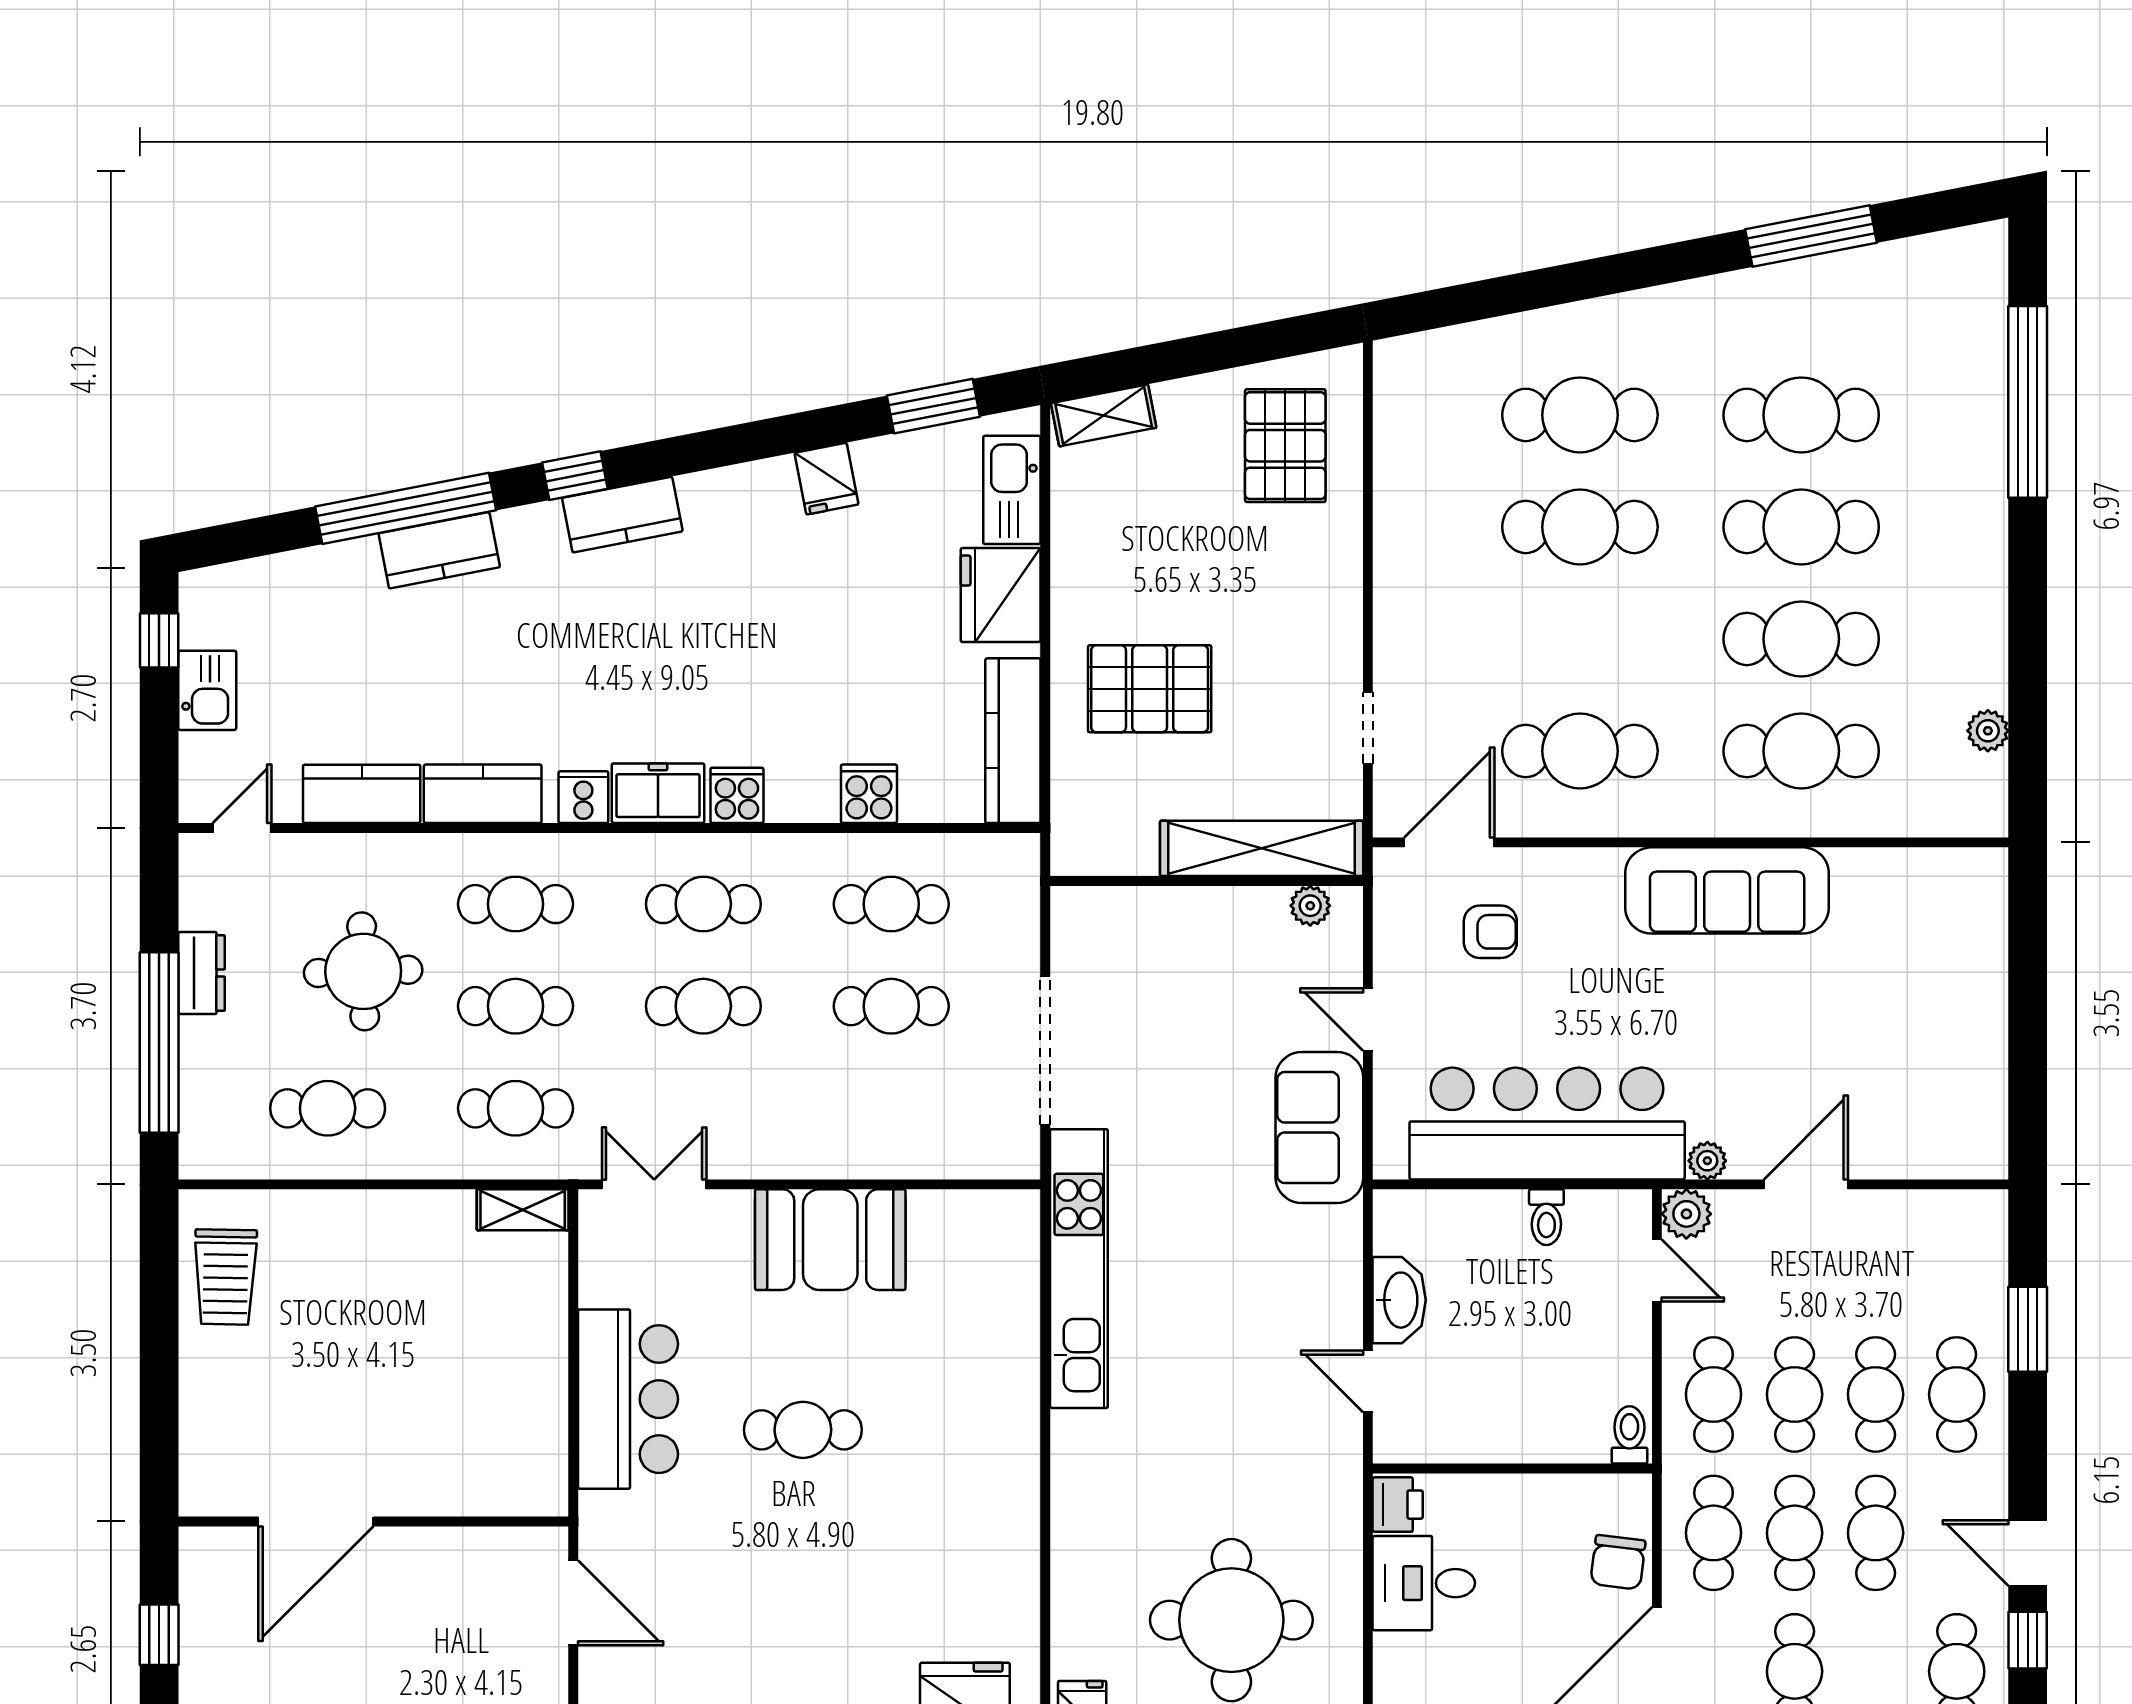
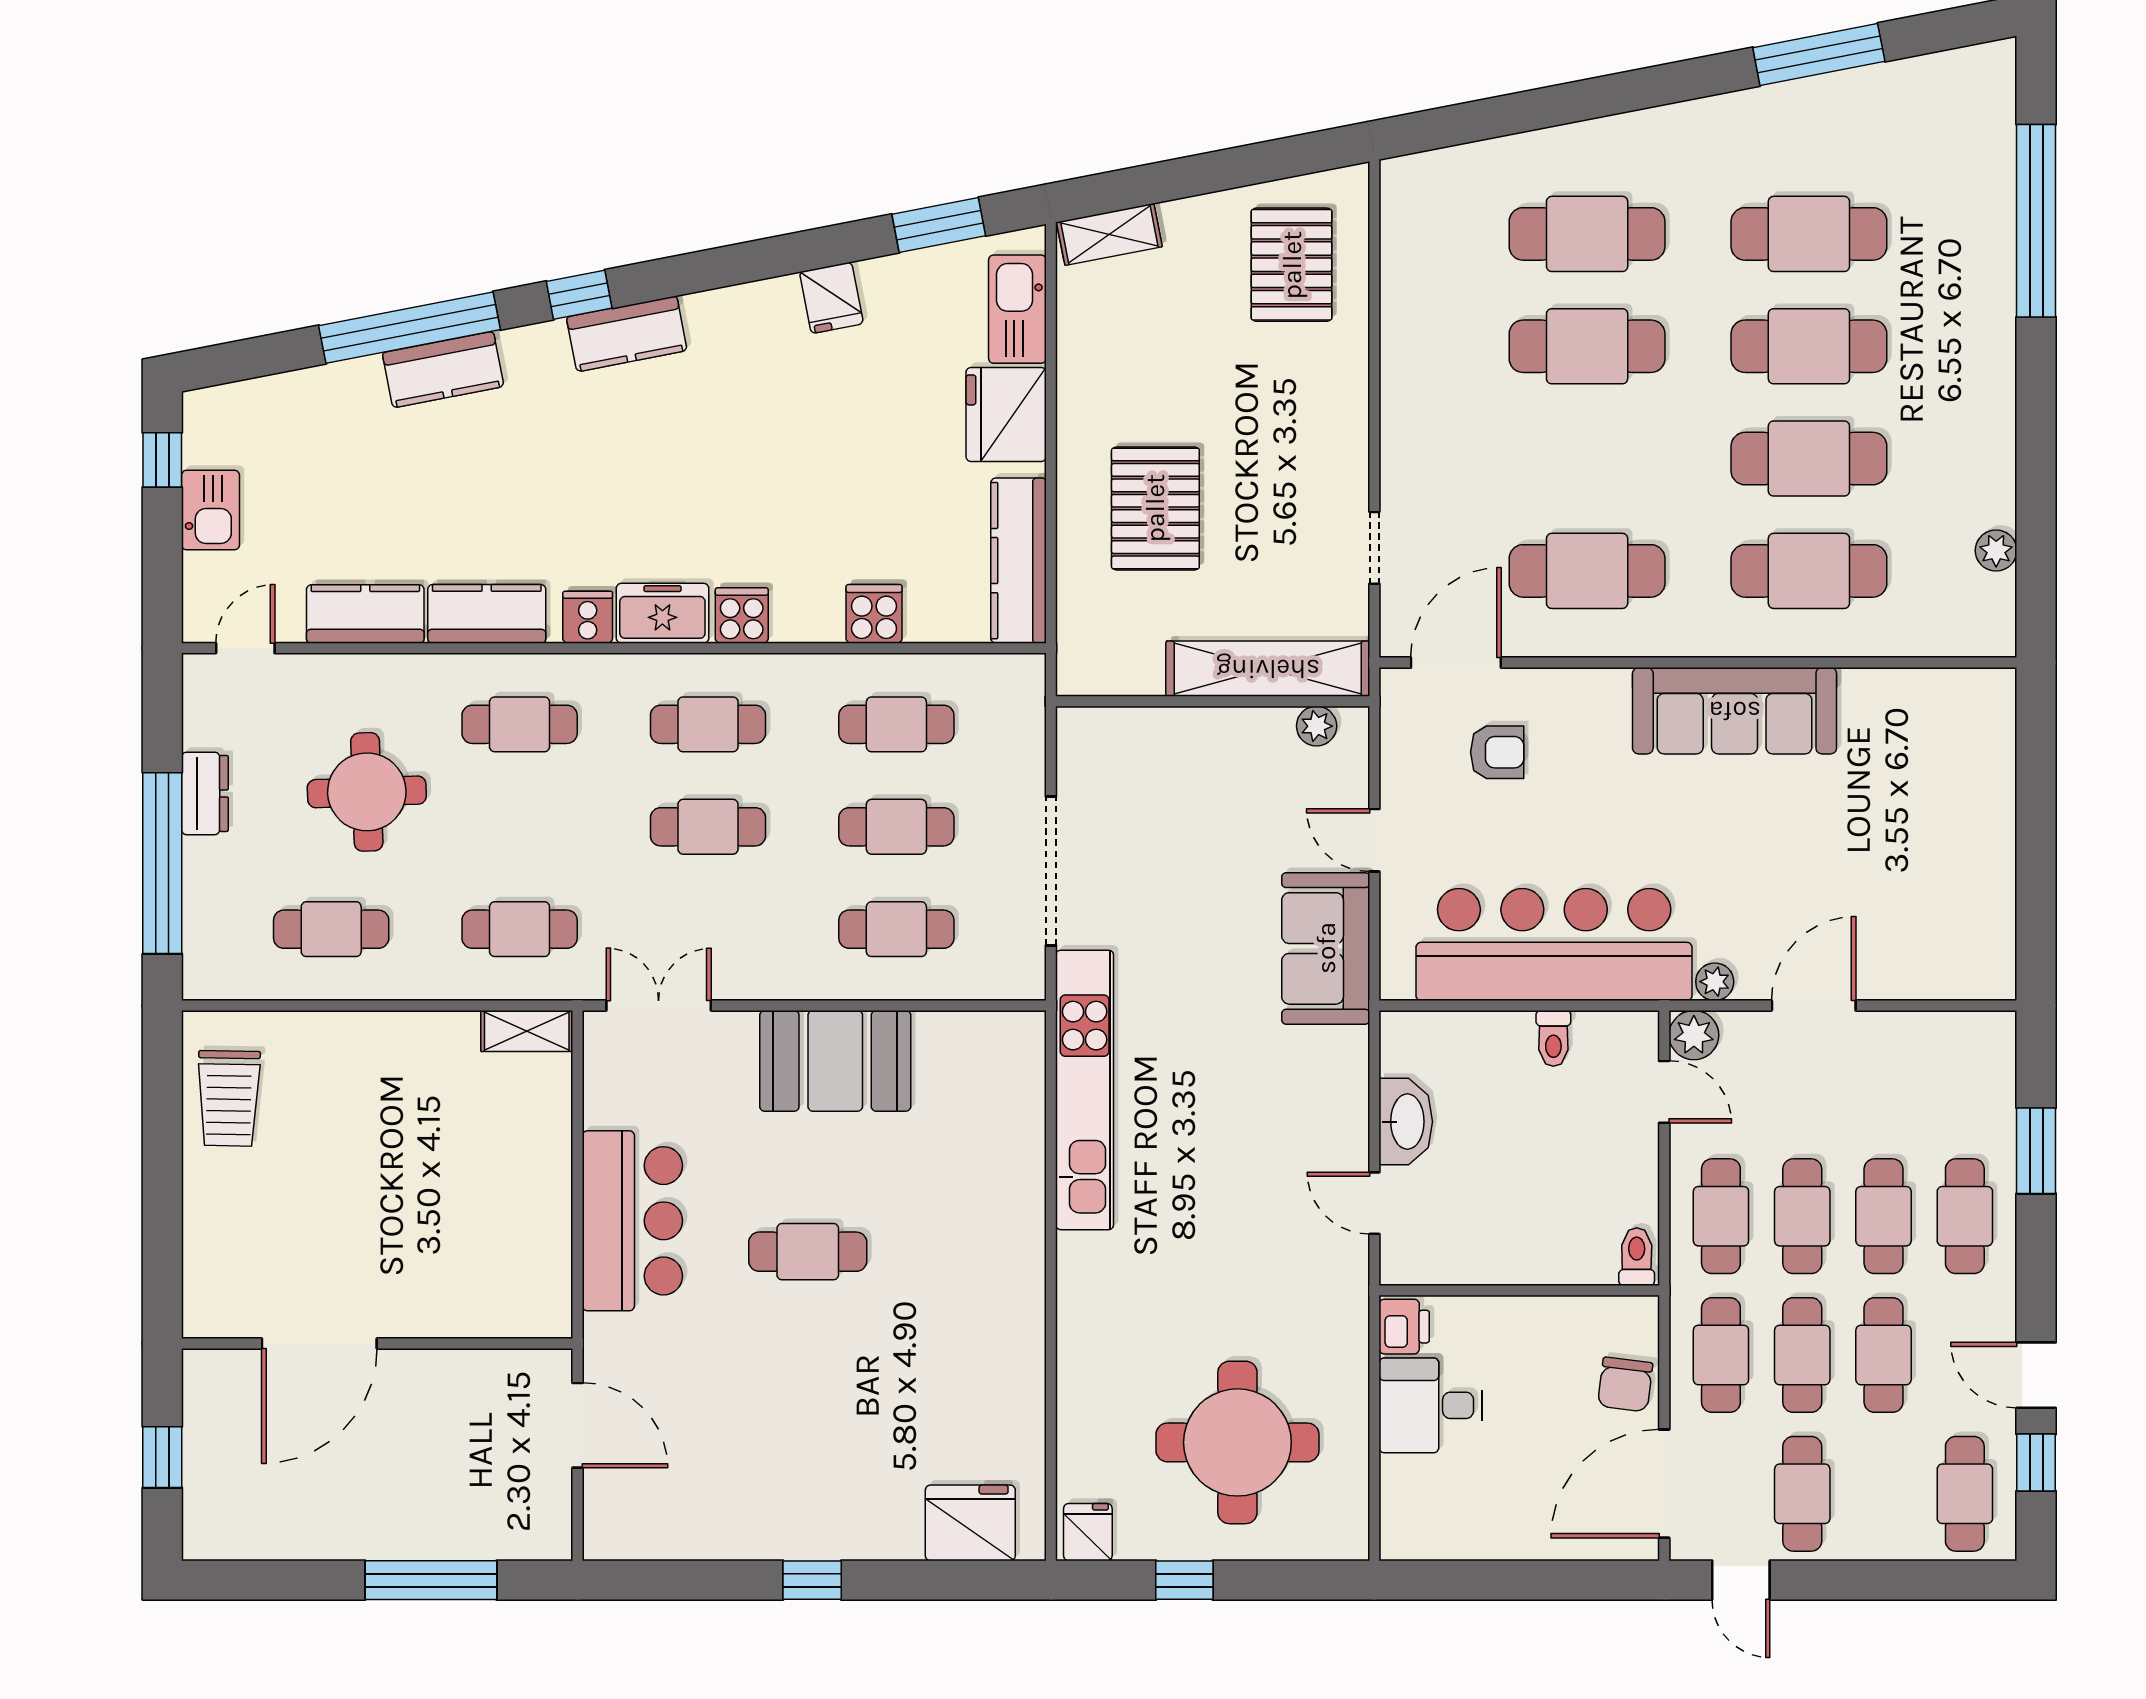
pallet: (1150, 689) -> (1155, 508), turned 90
cafe table: (515, 1006) -> (896, 929), moved

